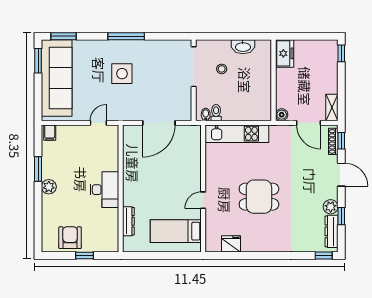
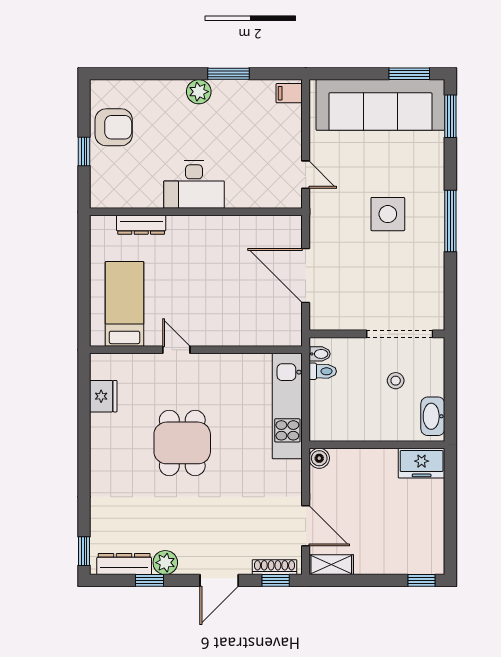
freezer: (285, 53) -> (422, 463), moved
wall: (274, 80) -> (377, 445), moved
boiler: (282, 115) -> (319, 458), moved
door: (309, 123) -> (306, 526), swing flipped

